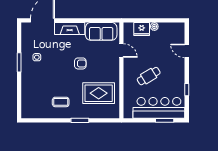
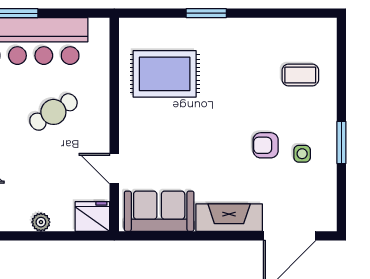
fridge: (142, 29) -> (92, 216), moved
armchair: (80, 63) -> (266, 145), moved
coffee table: (61, 102) -> (300, 75), moved

